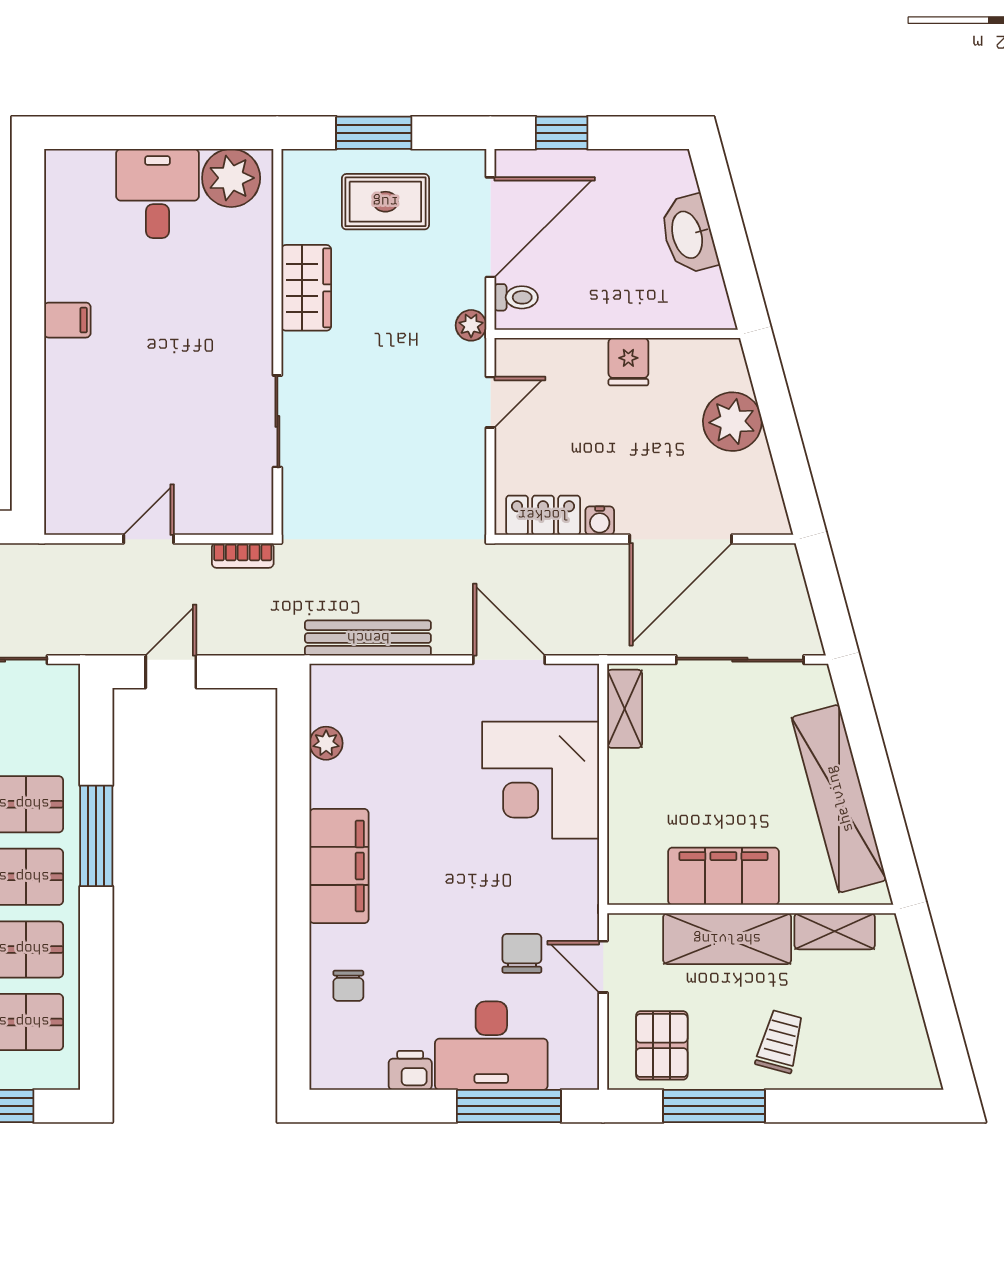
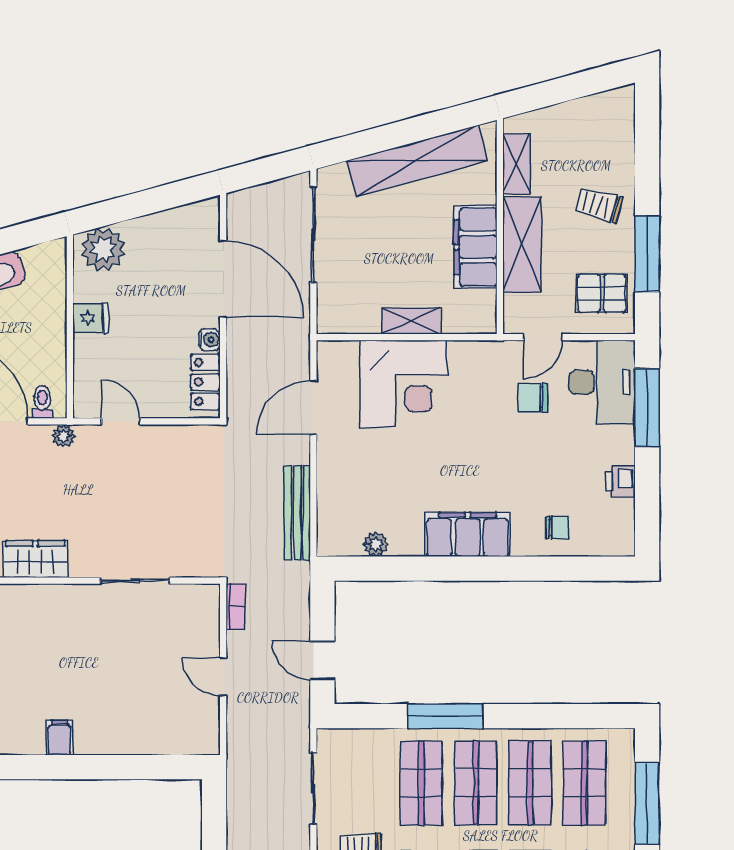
plant: (732, 422) -> (103, 249), moved
shelving: (625, 709) -> (411, 321), moved
desk: (491, 1046) -> (602, 382), moved

